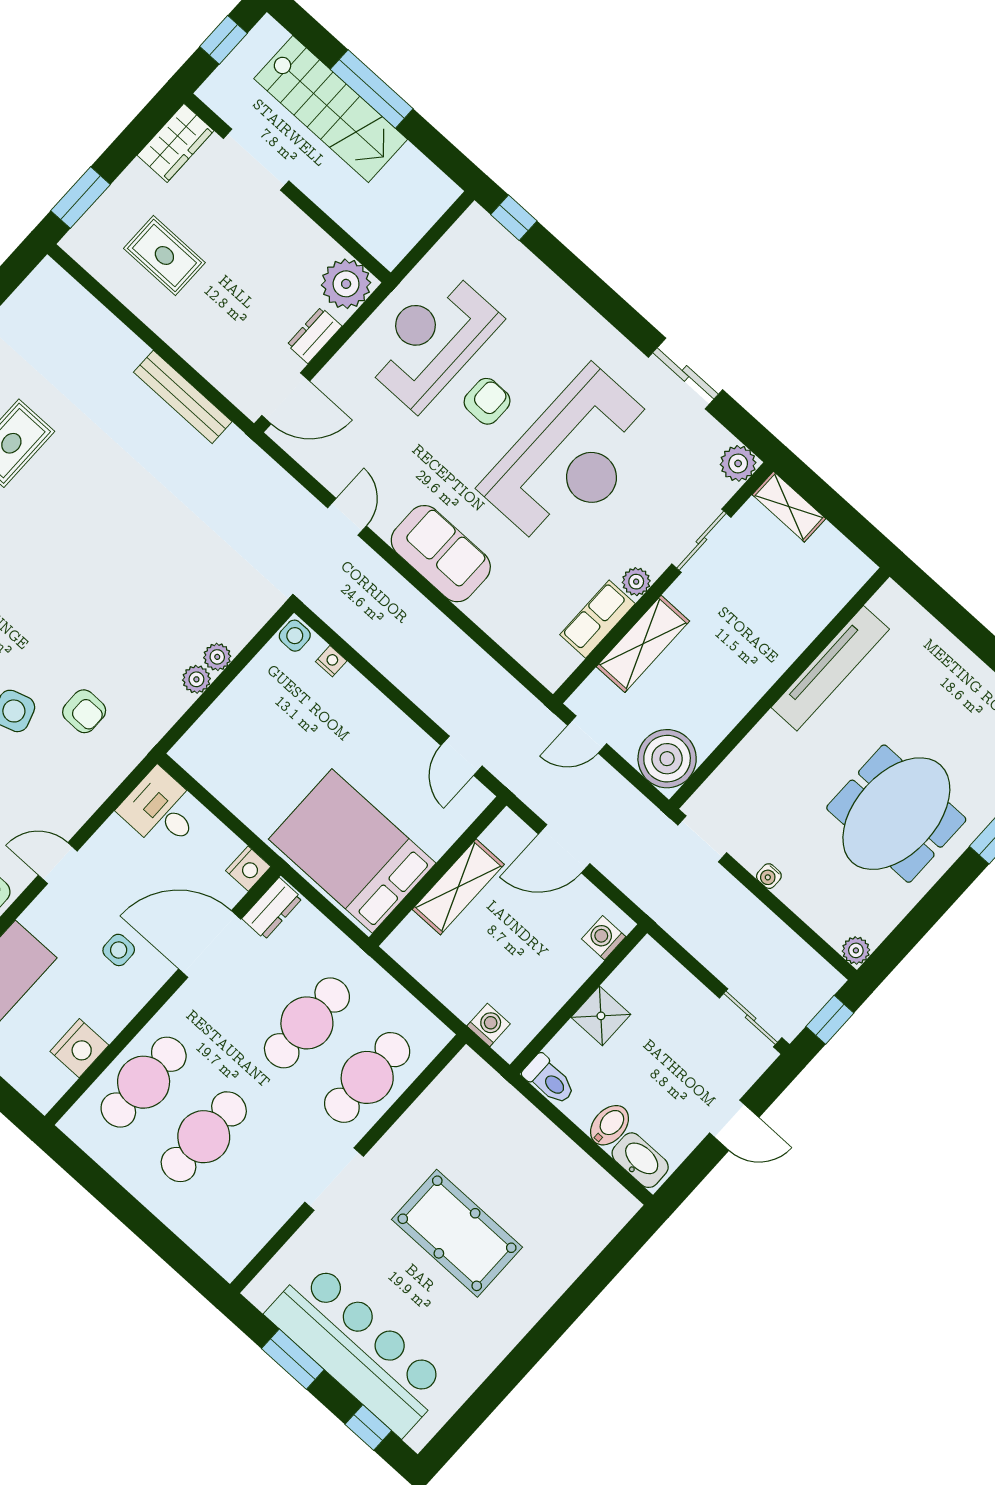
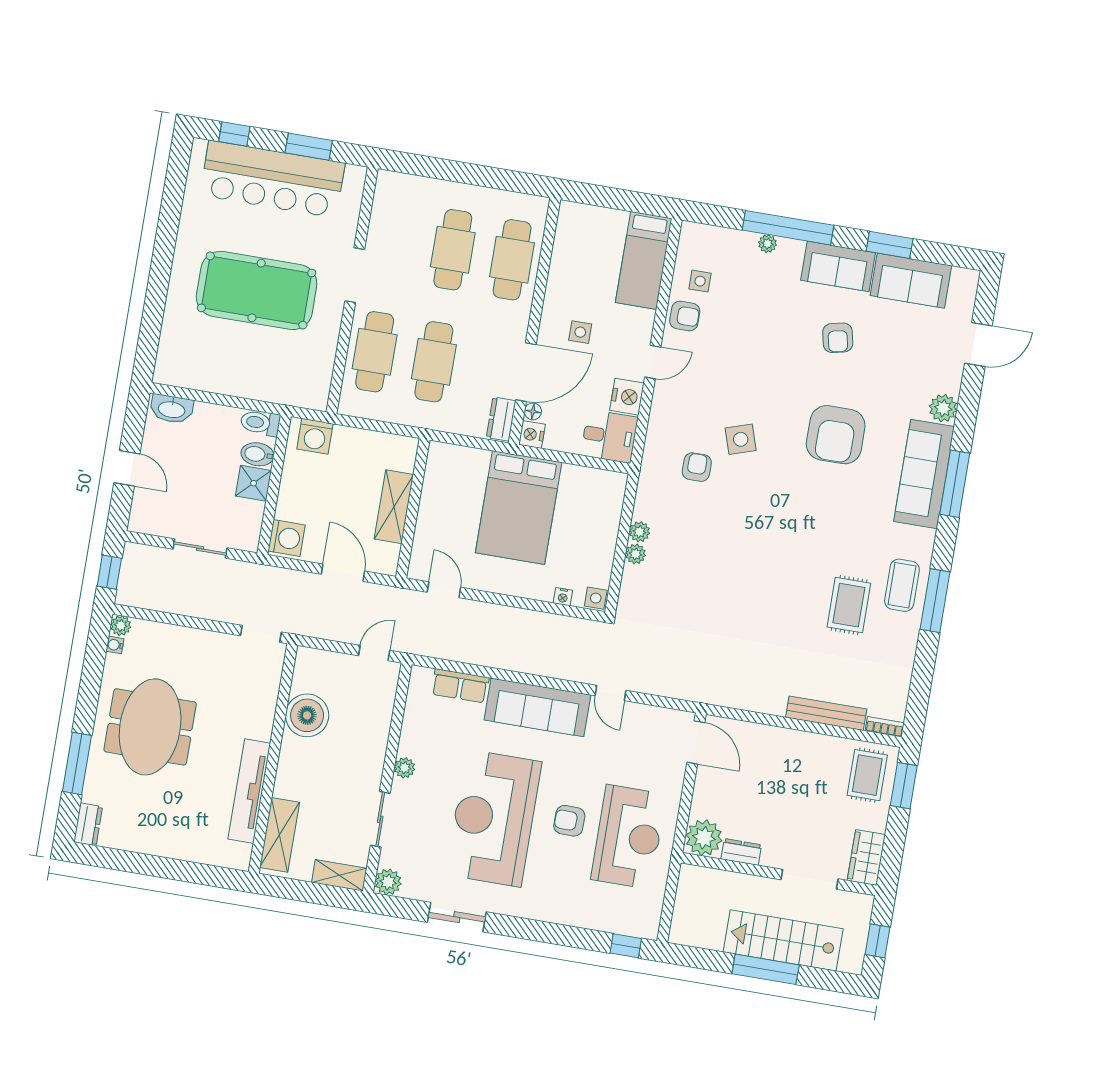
rug: (164, 256) -> (867, 775), moved, turned 90
bookcase: (59, 278) -> (885, 727), added
dresser: (314, 335) -> (741, 852), moved, turned -90
bench: (183, 397) -> (826, 713), moved
door: (286, 398) -> (696, 742), swing flipped
armchair: (487, 401) -> (569, 821), turned 91
sofa: (441, 554) -> (537, 707), width x1.36
row of seats: (597, 619) -> (460, 686), moved, turned 90
shelving: (643, 644) -> (279, 835), moved
armchair: (84, 711) -> (697, 467), turned 90
boiler: (667, 759) -> (307, 715), moved
door: (564, 849) -> (343, 573), hinge flipped
bed: (352, 851) -> (519, 507), moved, turned 90
water cooler: (769, 876) -> (115, 645), moved, turned -90
floor lamp: (230, 894) -> (533, 411), added
washing machine: (604, 938) -> (287, 538), width x1.38, depth x1.38
sliding door: (751, 1018) -> (200, 549), moved
washing machine: (489, 1025) -> (315, 436), width x1.38, depth x1.38
nightstand: (79, 1048) -> (627, 397), moved, turned 180
bidet: (609, 1125) -> (258, 454), moved, turned 90
door: (734, 1125) -> (127, 468), swing flipped
pool table: (457, 1233) -> (257, 290), width x1.36, depth x1.32

